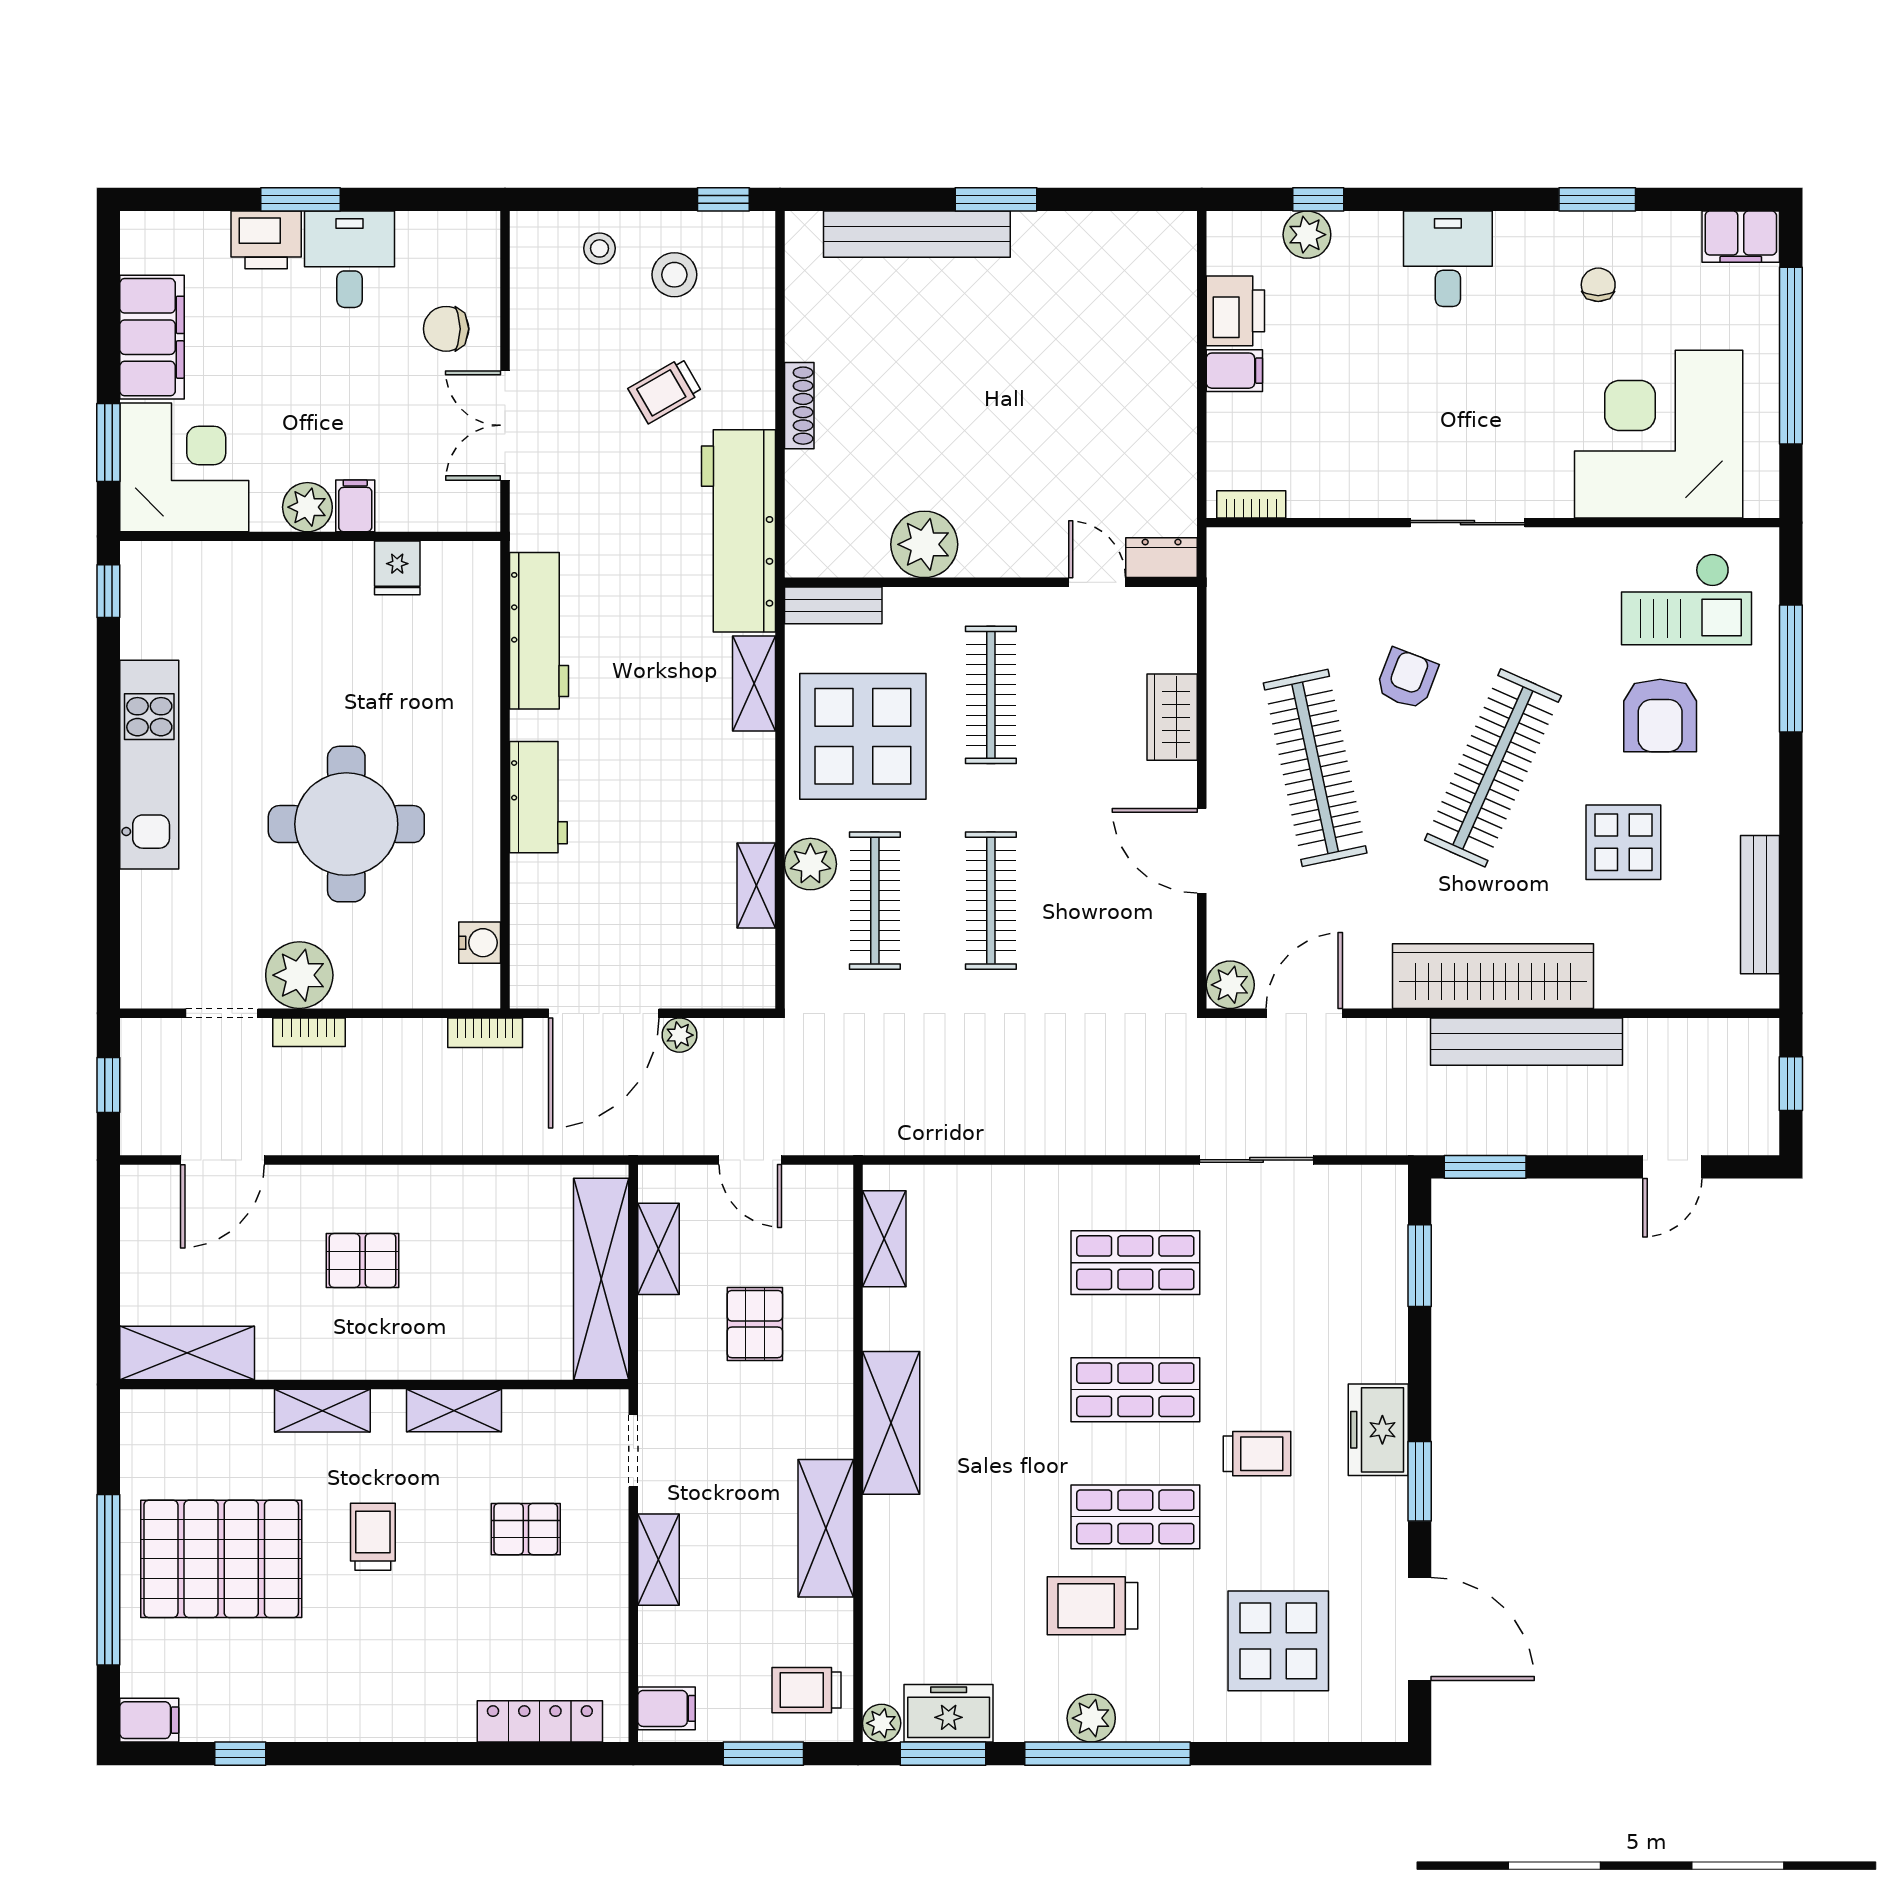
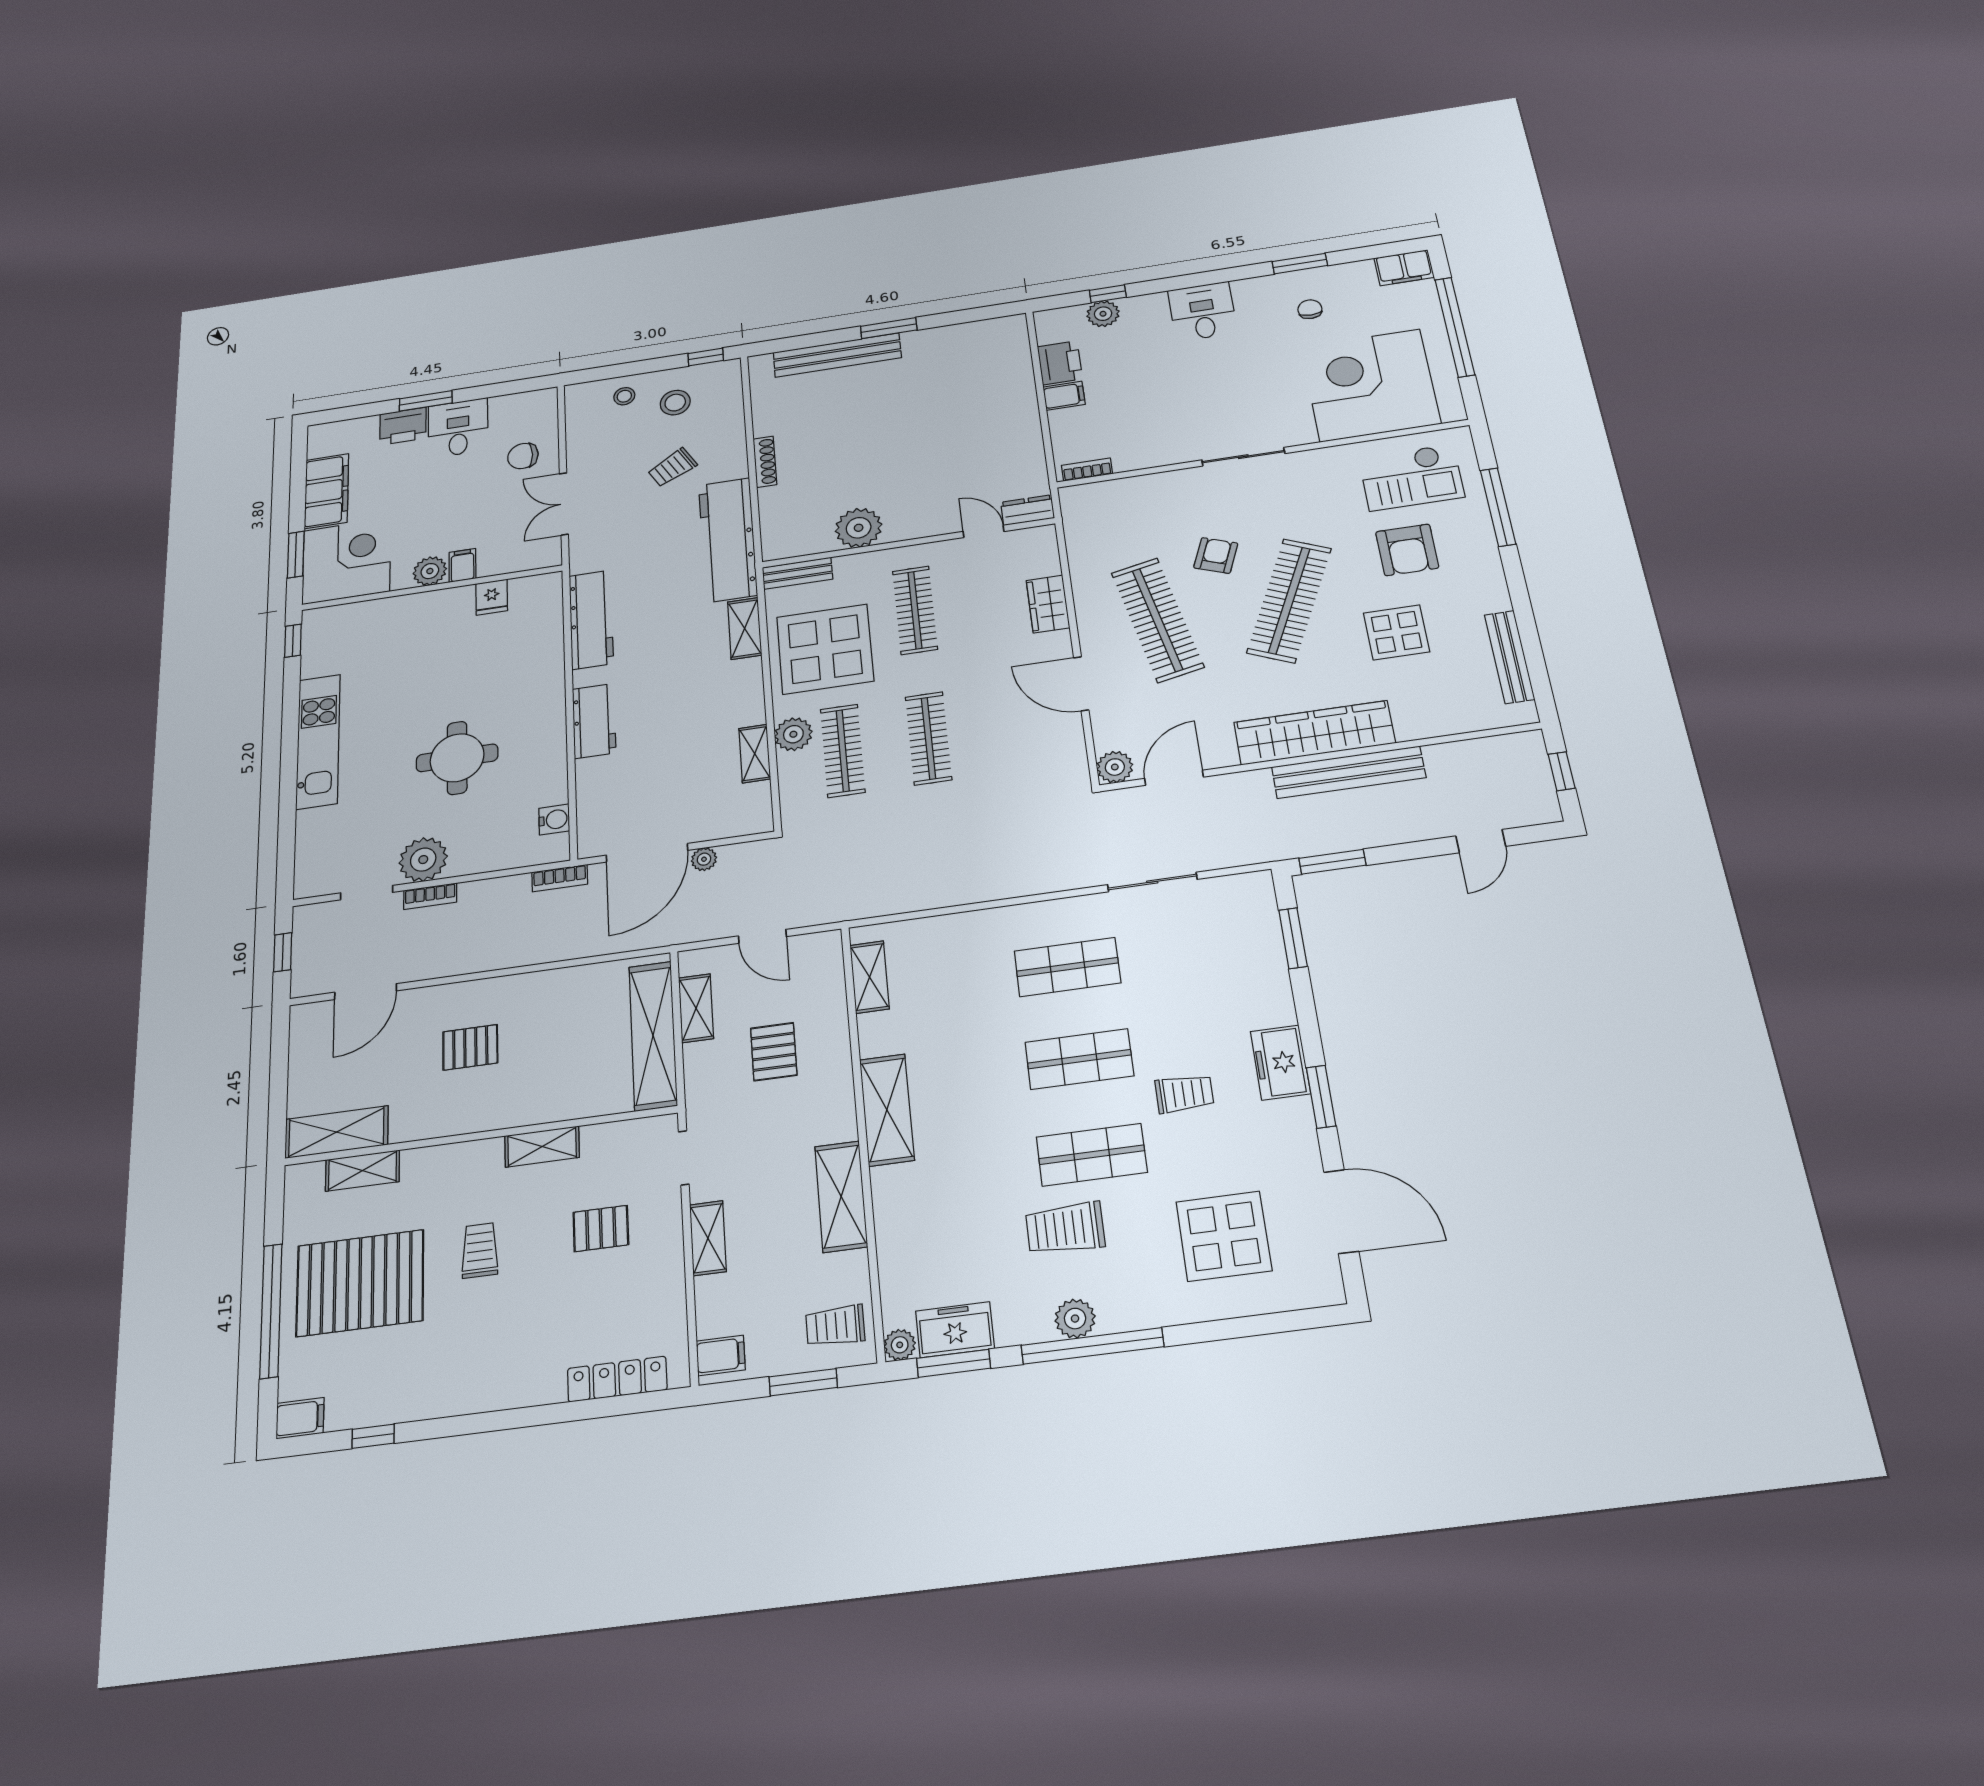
round table: (346, 824) -> (457, 758), width x0.73, depth x0.73
shelving: (322, 1411) -> (362, 1171), moved

